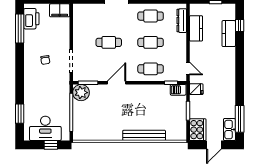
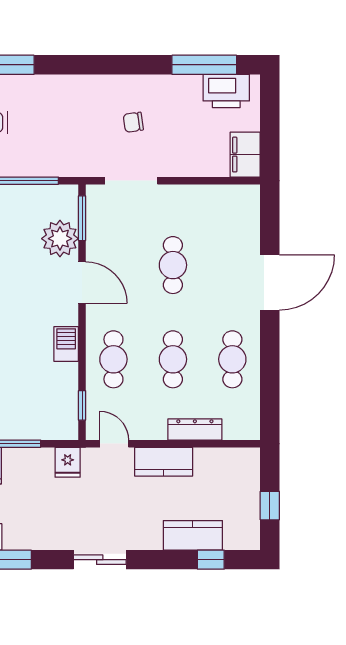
dresser: (182, 21) -> (195, 430), moved
kitchen counter: (196, 28) -> (164, 462), moved
door: (188, 68) -> (114, 444), swing flipped
sliding door: (240, 75) -> (100, 560), added
barbecue: (178, 90) -> (66, 344), moved
plant: (81, 93) -> (60, 239), moved

